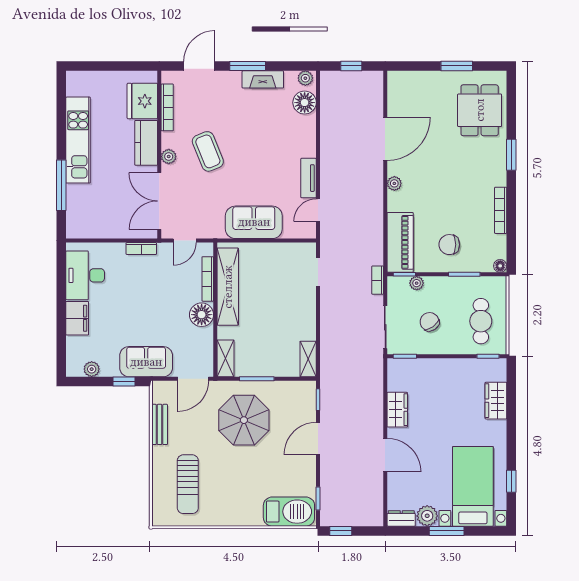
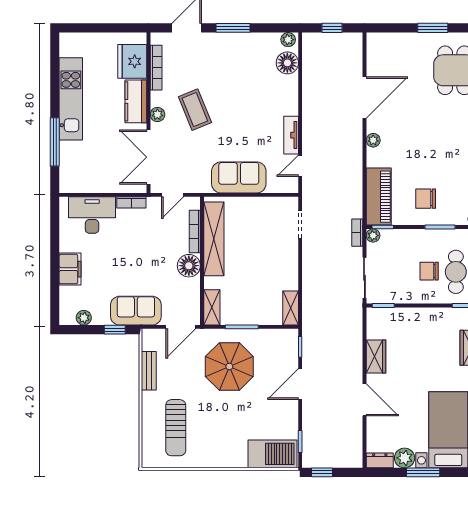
fireplace: (263, 79) -> (247, 41), removed
desk: (85, 275) -> (92, 215), moved, turned 90
plant: (417, 283) -> (373, 236), moved
chair: (430, 322) -> (429, 271), moved, turned -55

